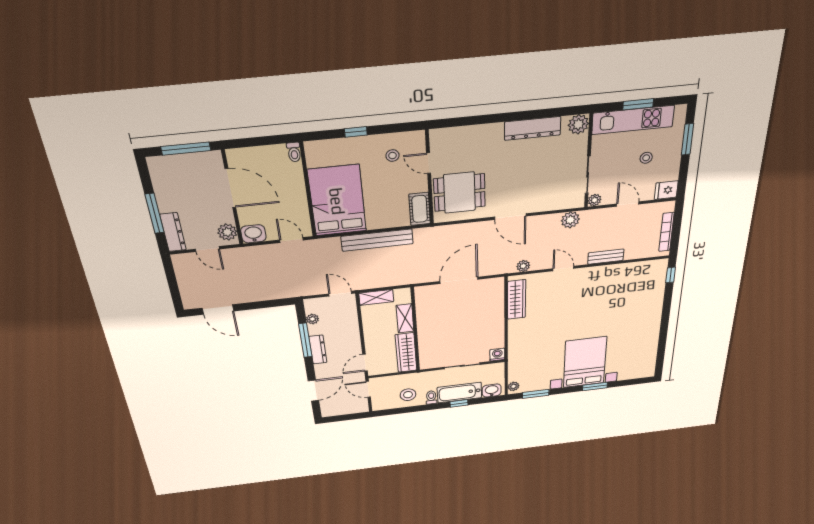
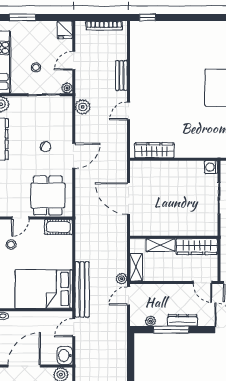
stool: (646, 158) -> (36, 67), moved
chair: (522, 183) -> (46, 147), added
bench: (377, 240) -> (82, 289), moved
plant: (523, 266) -> (122, 279), moved

